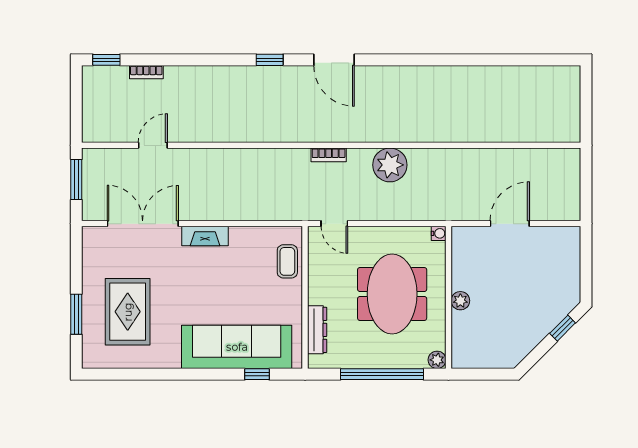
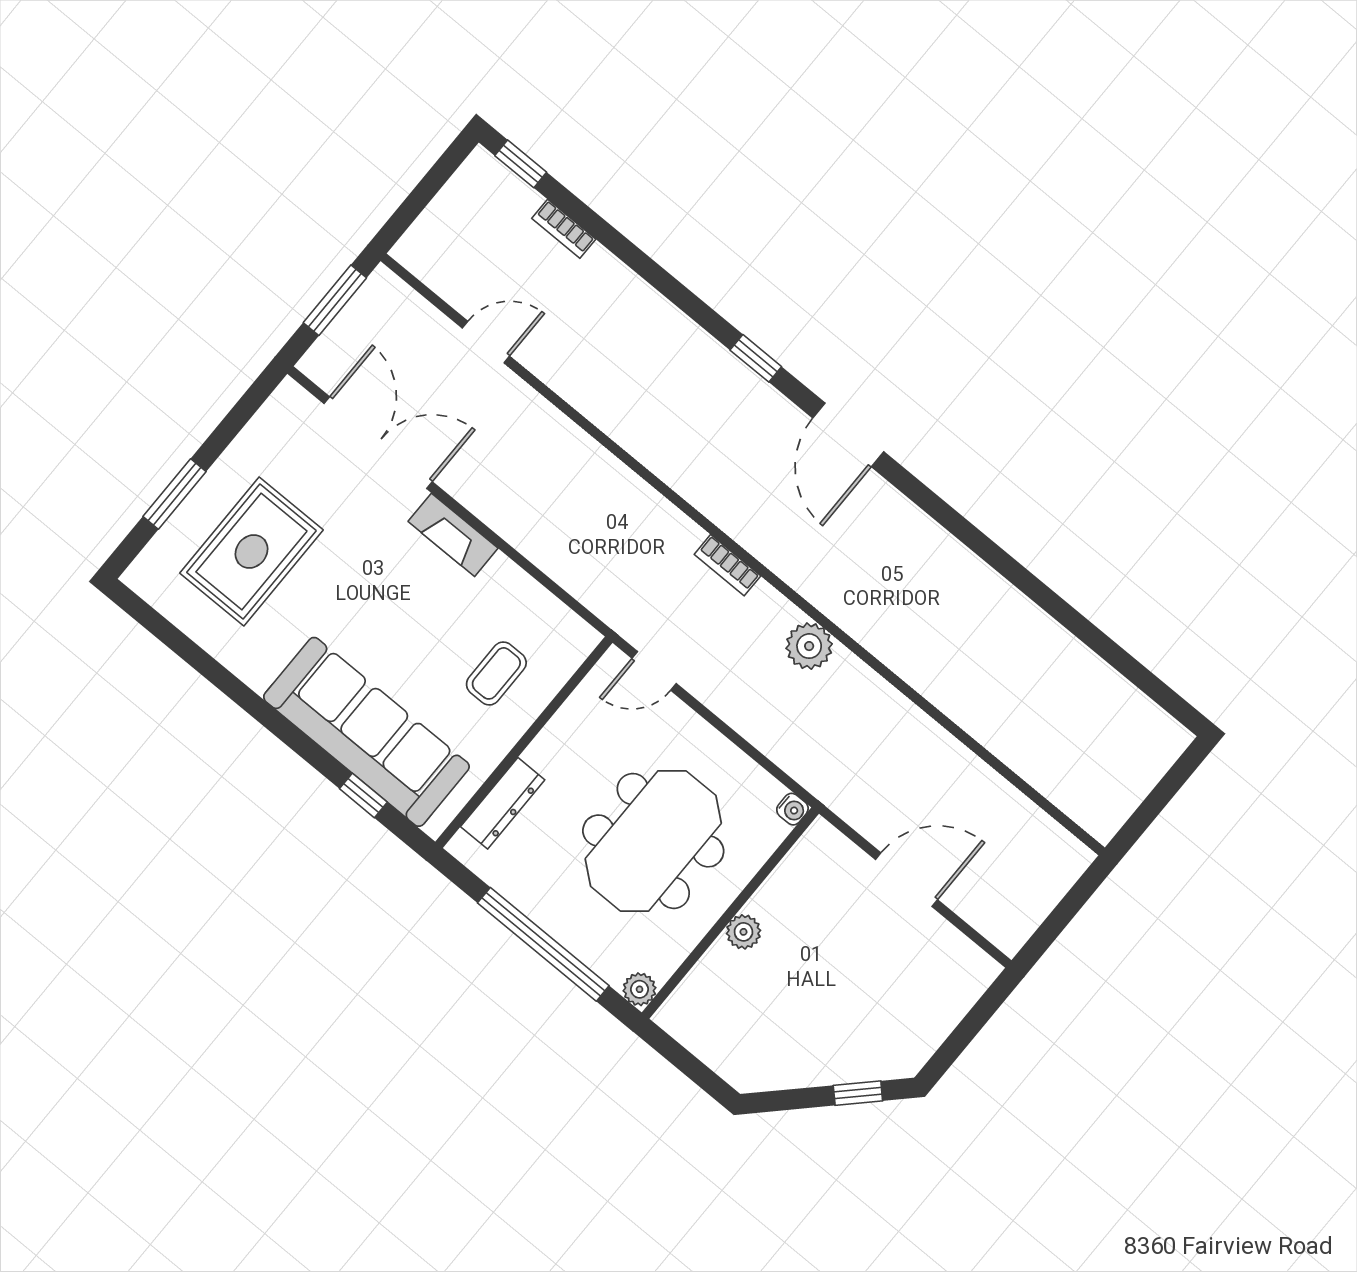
plant: (390, 165) -> (809, 646), width x0.73, depth x0.73
door: (334, 224) -> (654, 671), hinge flipped
coffee table: (287, 261) -> (496, 673), moved

